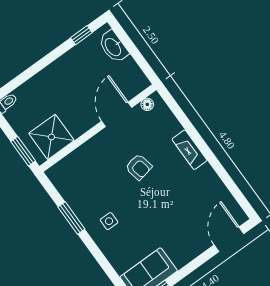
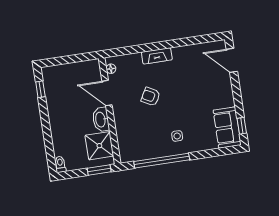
washbasin: (113, 47) -> (101, 120), moved, turned 90
armchair: (139, 167) -> (151, 97), turned -140
window: (71, 218) -> (162, 161), width x2.11

